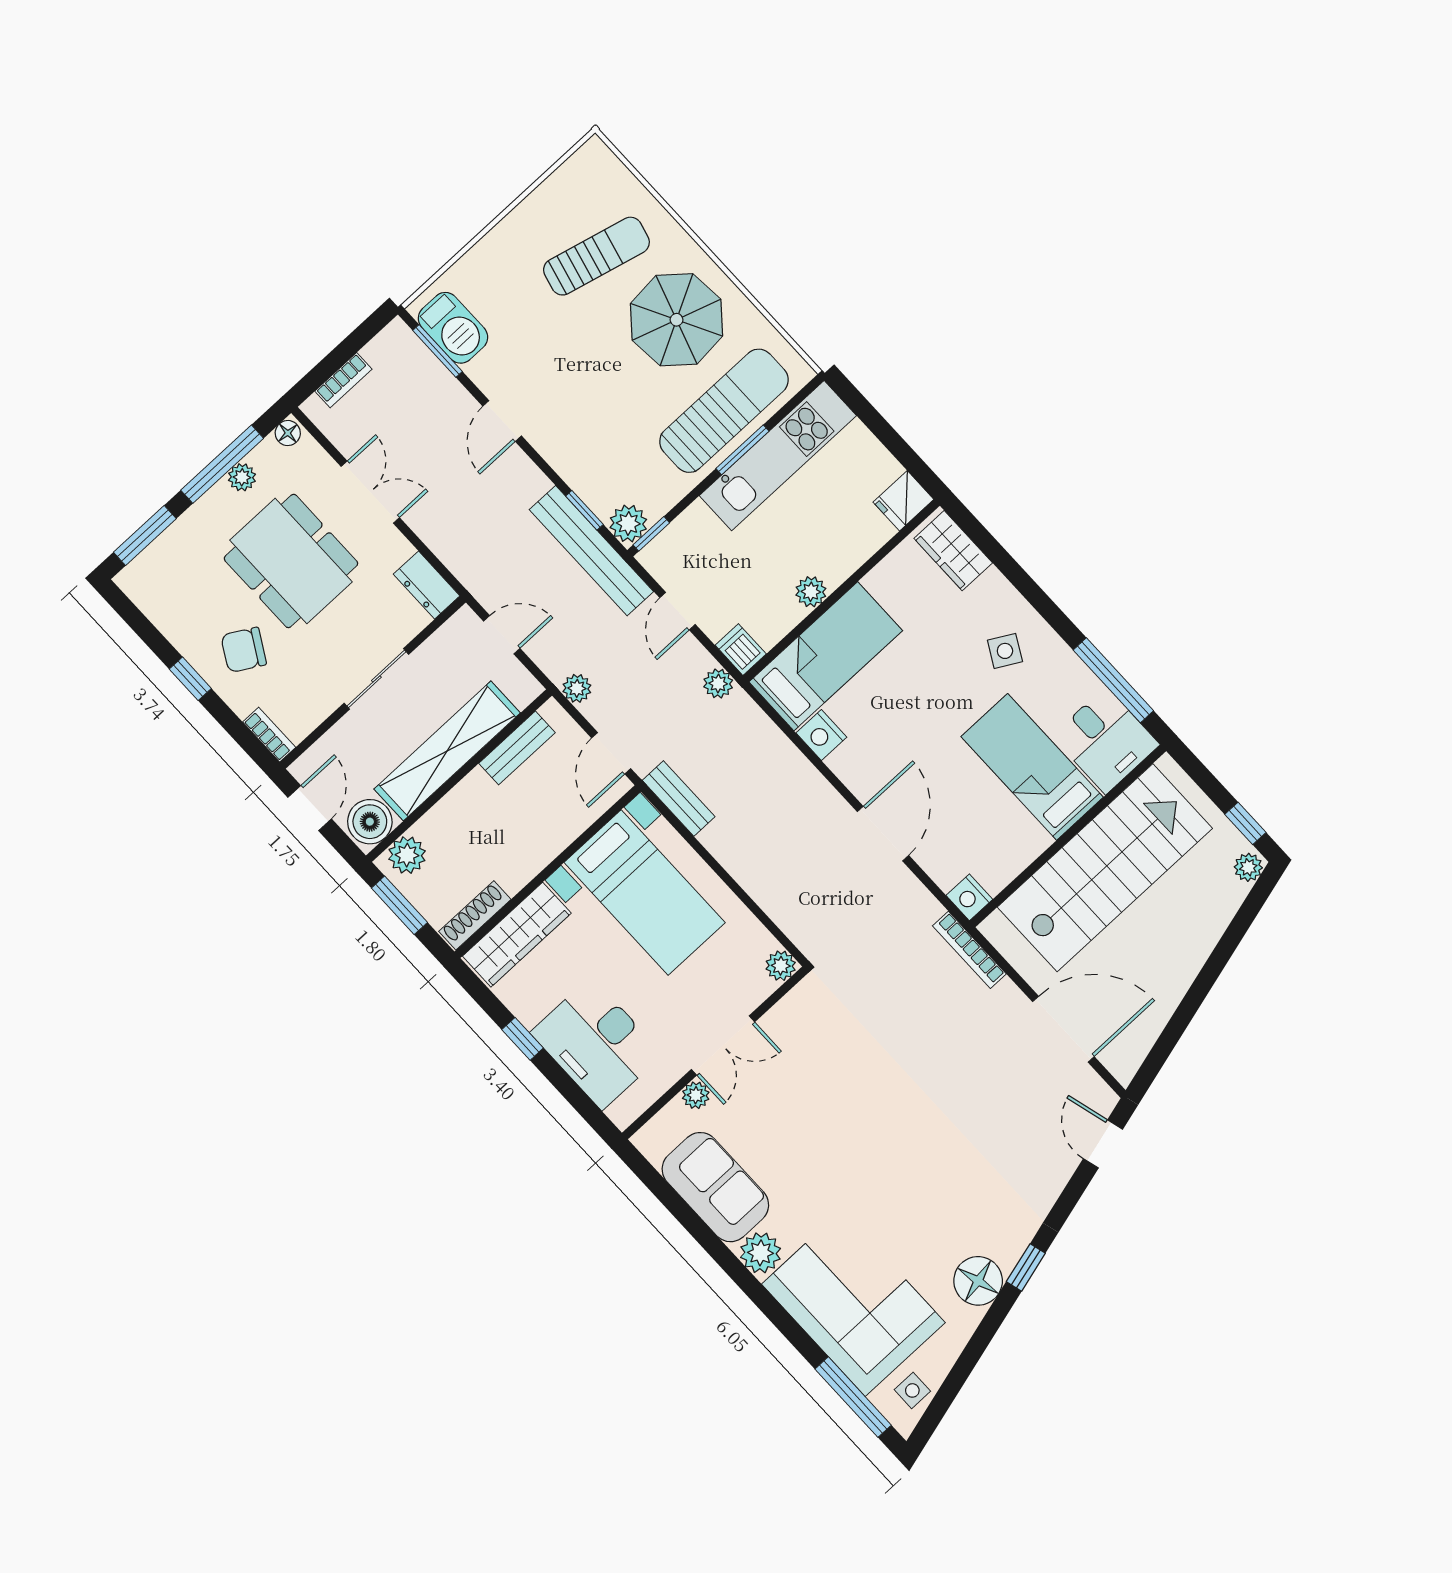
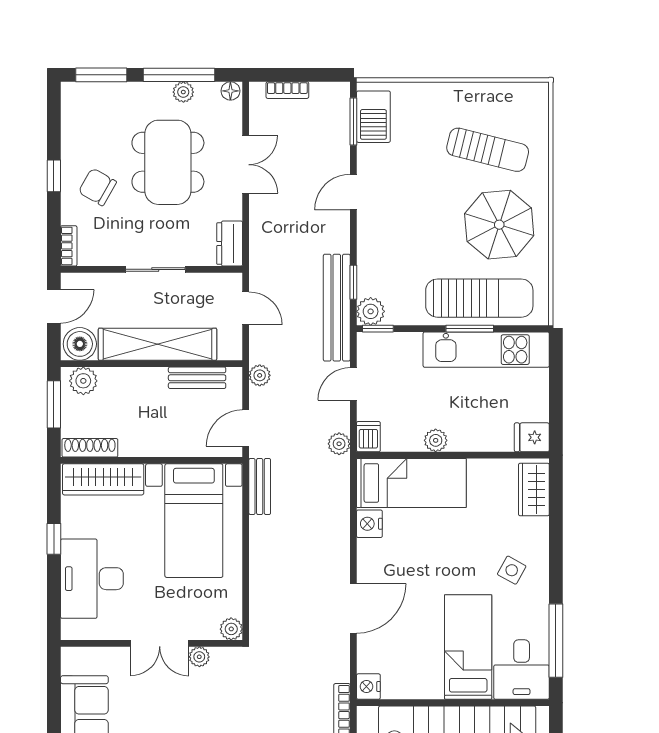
plant: (696, 1095) -> (199, 657), moved

